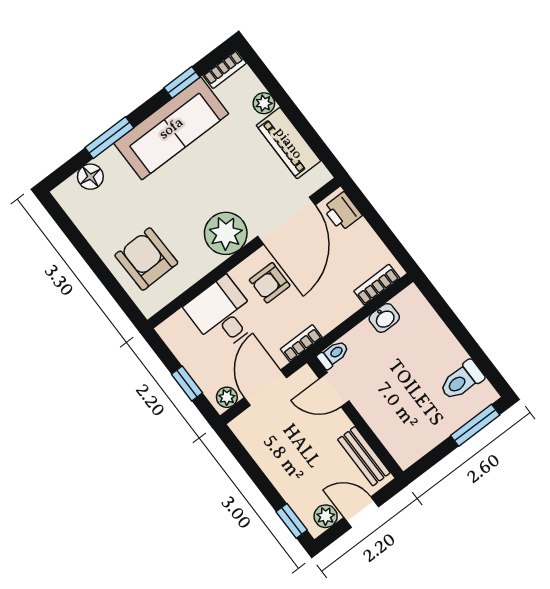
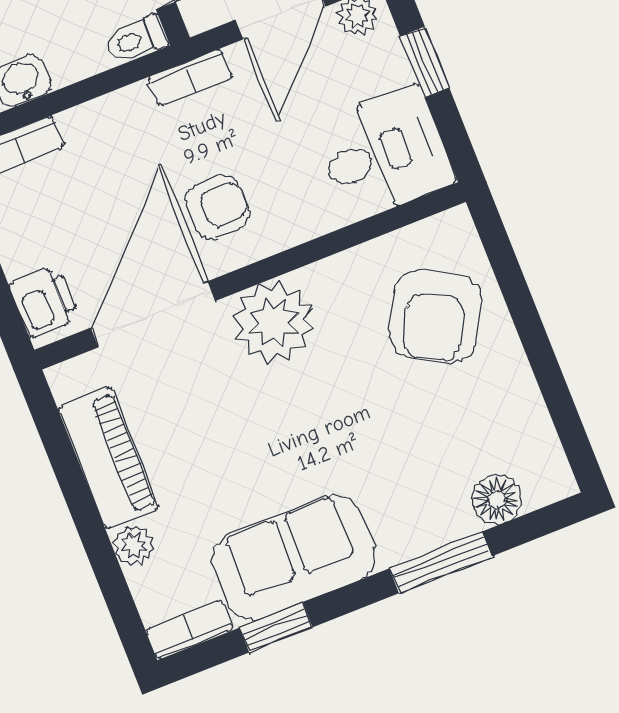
sofa: (171, 128) -> (294, 557), width x0.73
armchair: (146, 259) -> (435, 316), turned 30
desk: (222, 314) -> (384, 153), moved, turned -90

